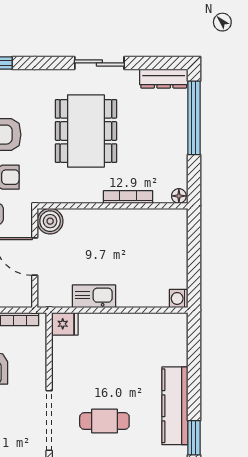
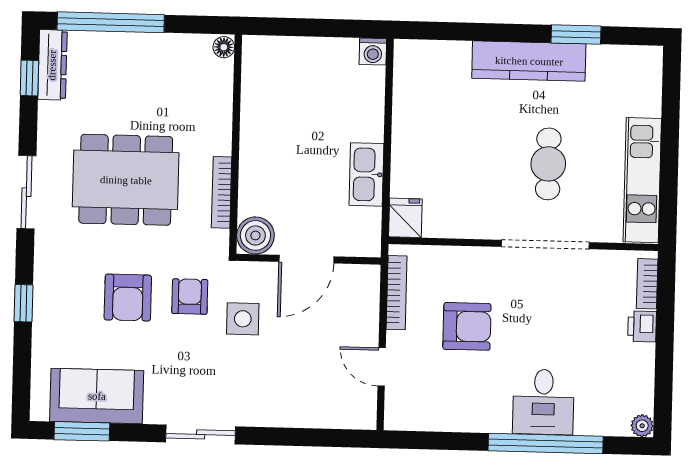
sliding door: (99, 63) -> (26, 192), moved
window: (154, 63) -> (29, 78), added
bookcase: (128, 197) -> (222, 192), moved

